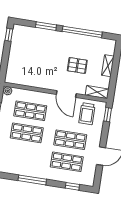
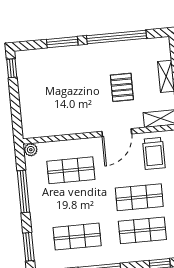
pallet: (77, 65) -> (122, 87), turned 90
door: (66, 94) -> (117, 133), hinge flipped
shop shelf: (27, 133) -> (77, 237), moved

